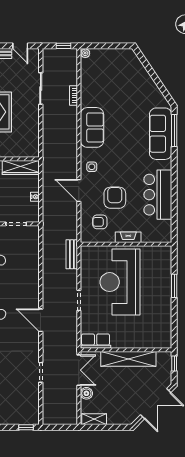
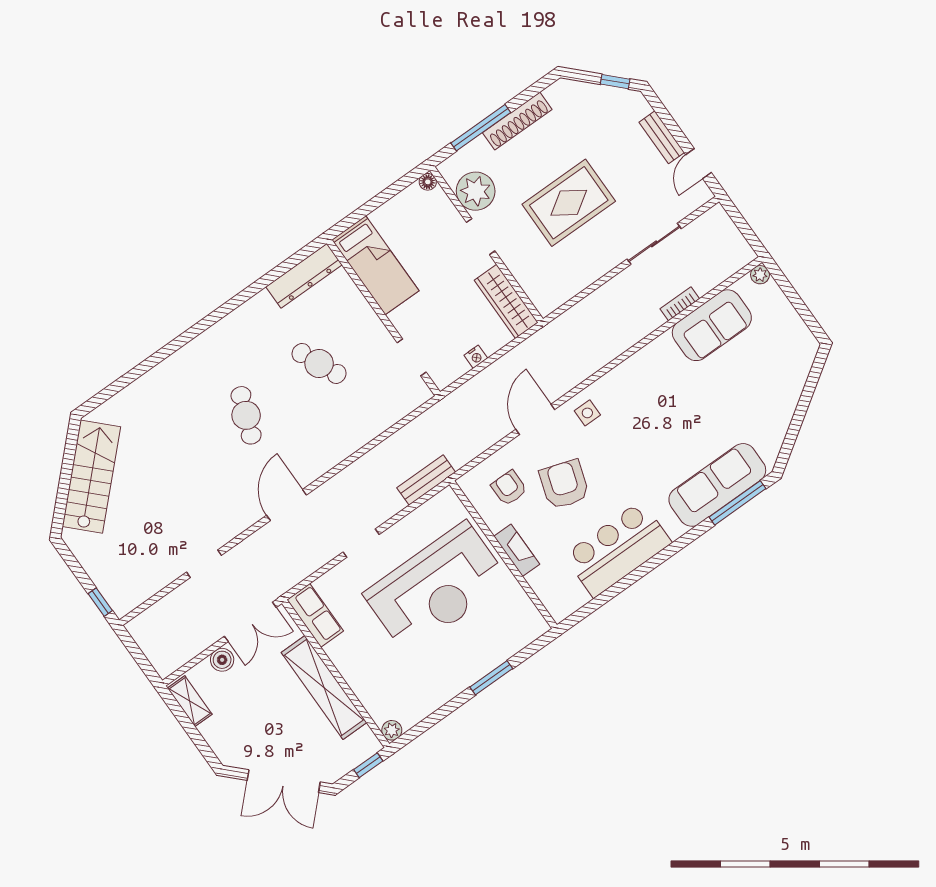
window: (63, 46) -> (747, 232), removed
sofa: (92, 127) -> (712, 325), moved
armchair: (115, 198) -> (564, 484), turned -72
reception desk: (120, 282) -> (436, 588), turned 180
plant: (166, 343) -> (392, 730), added

